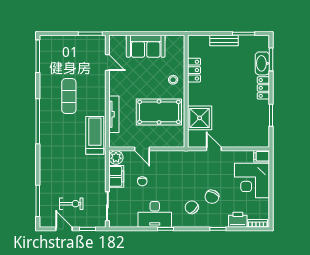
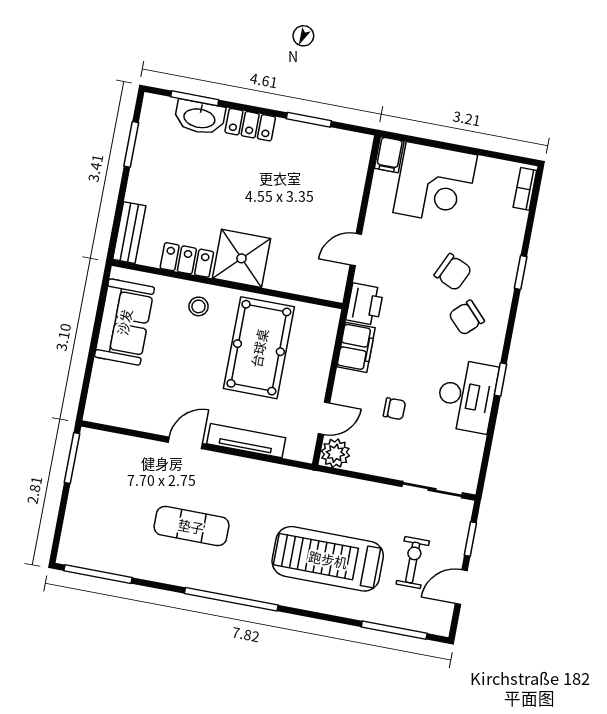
bench: (224, 40) -> (129, 233), moved
sofa: (146, 46) -> (124, 322), moved
door: (107, 62) -> (185, 443), moved
shower: (200, 118) -> (241, 258), moved
treadmill: (95, 135) -> (328, 559), moved, width x1.37, depth x1.38
door: (142, 149) -> (324, 418), moved
filing cabinet: (116, 176) -> (356, 347), moved, turned 90
printer: (238, 220) -> (365, 304), moved, turned 180

